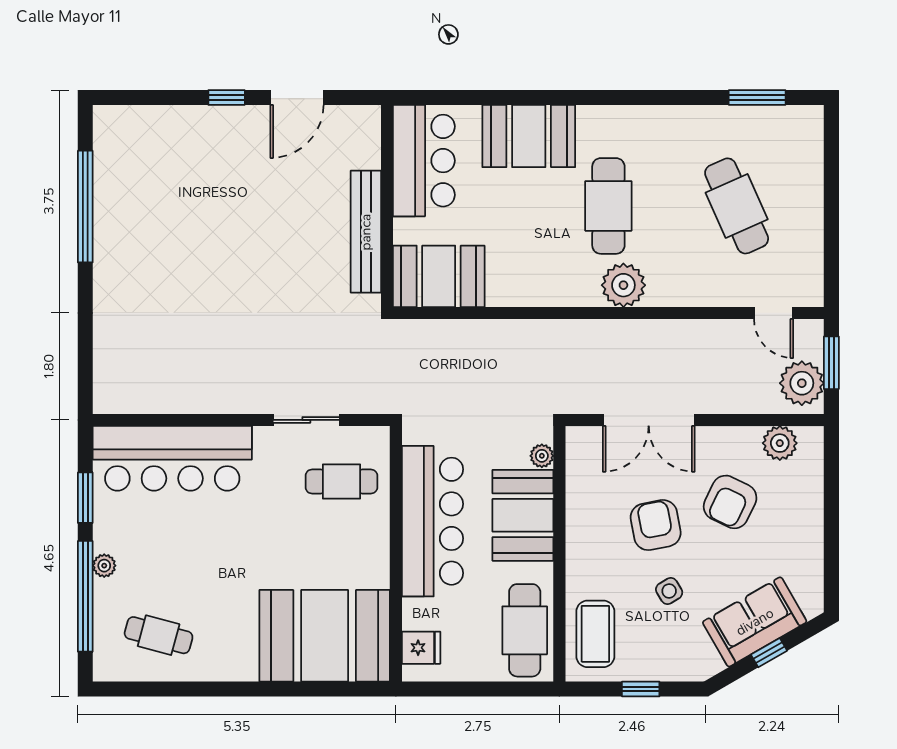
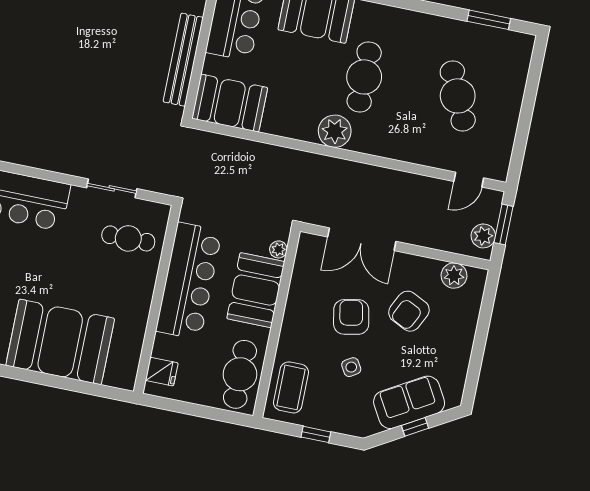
plant: (623, 285) -> (335, 131), moved
door: (774, 313) -> (469, 180), hinge flipped
plant: (802, 383) -> (483, 236), width x0.73, depth x0.73
booth: (325, 636) -> (60, 342), moved

